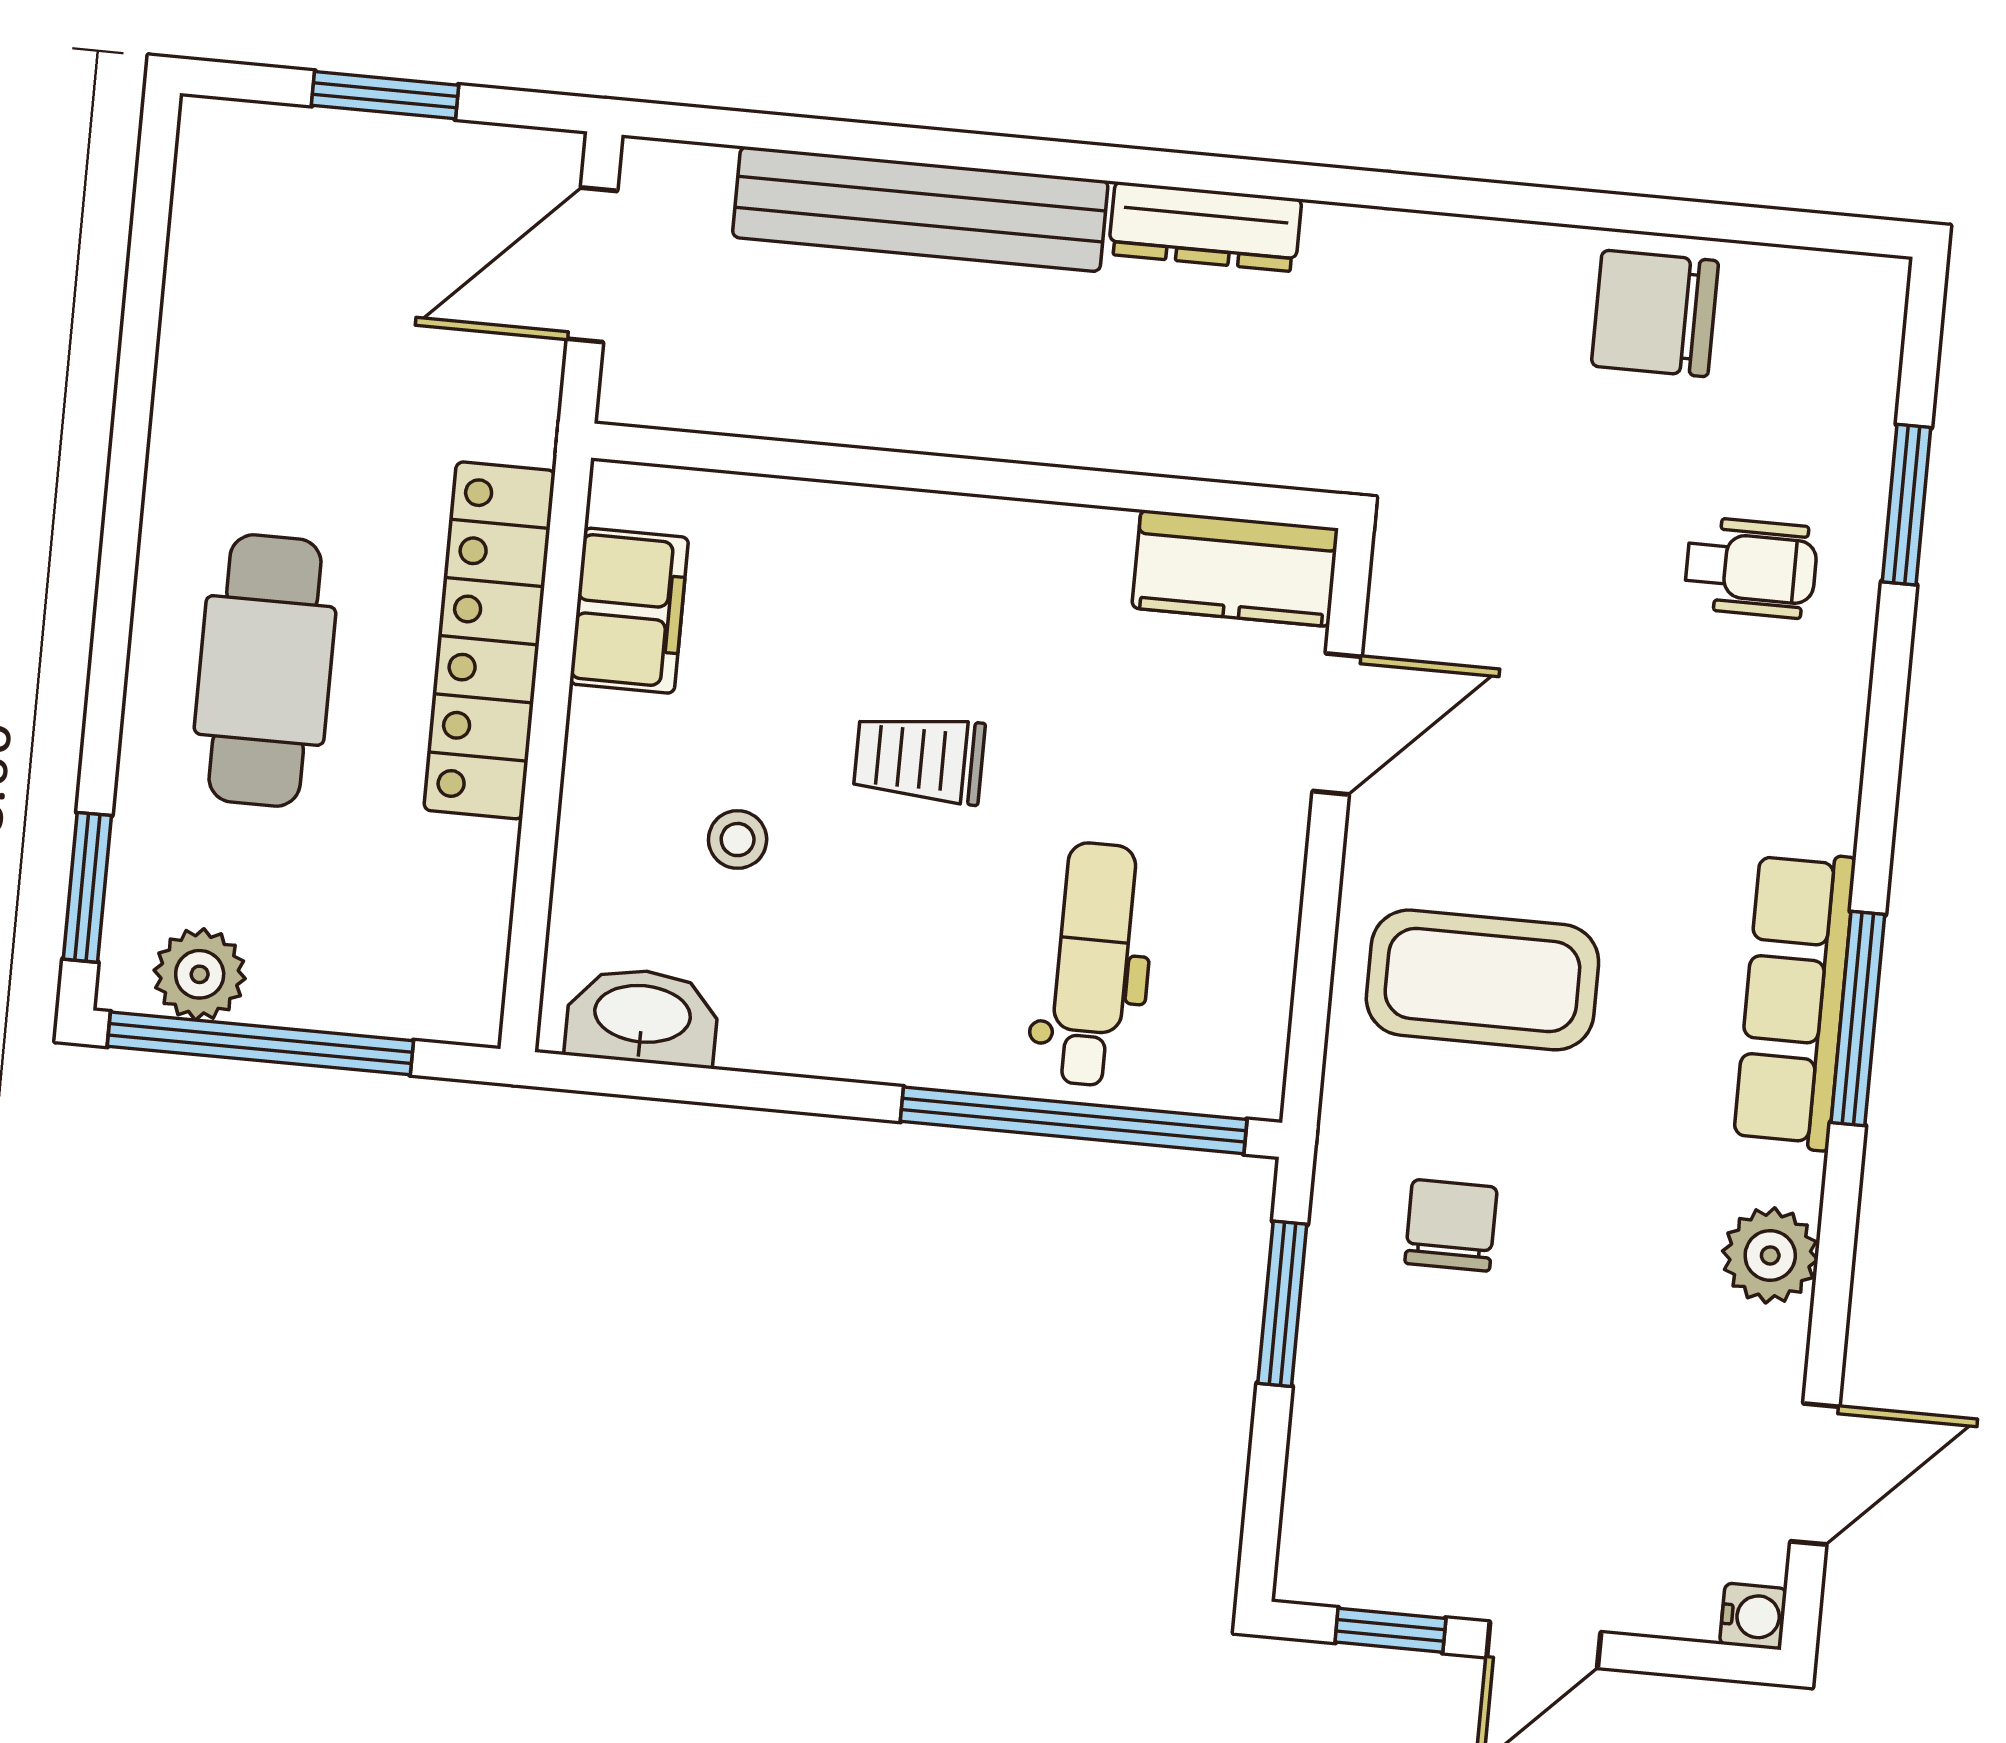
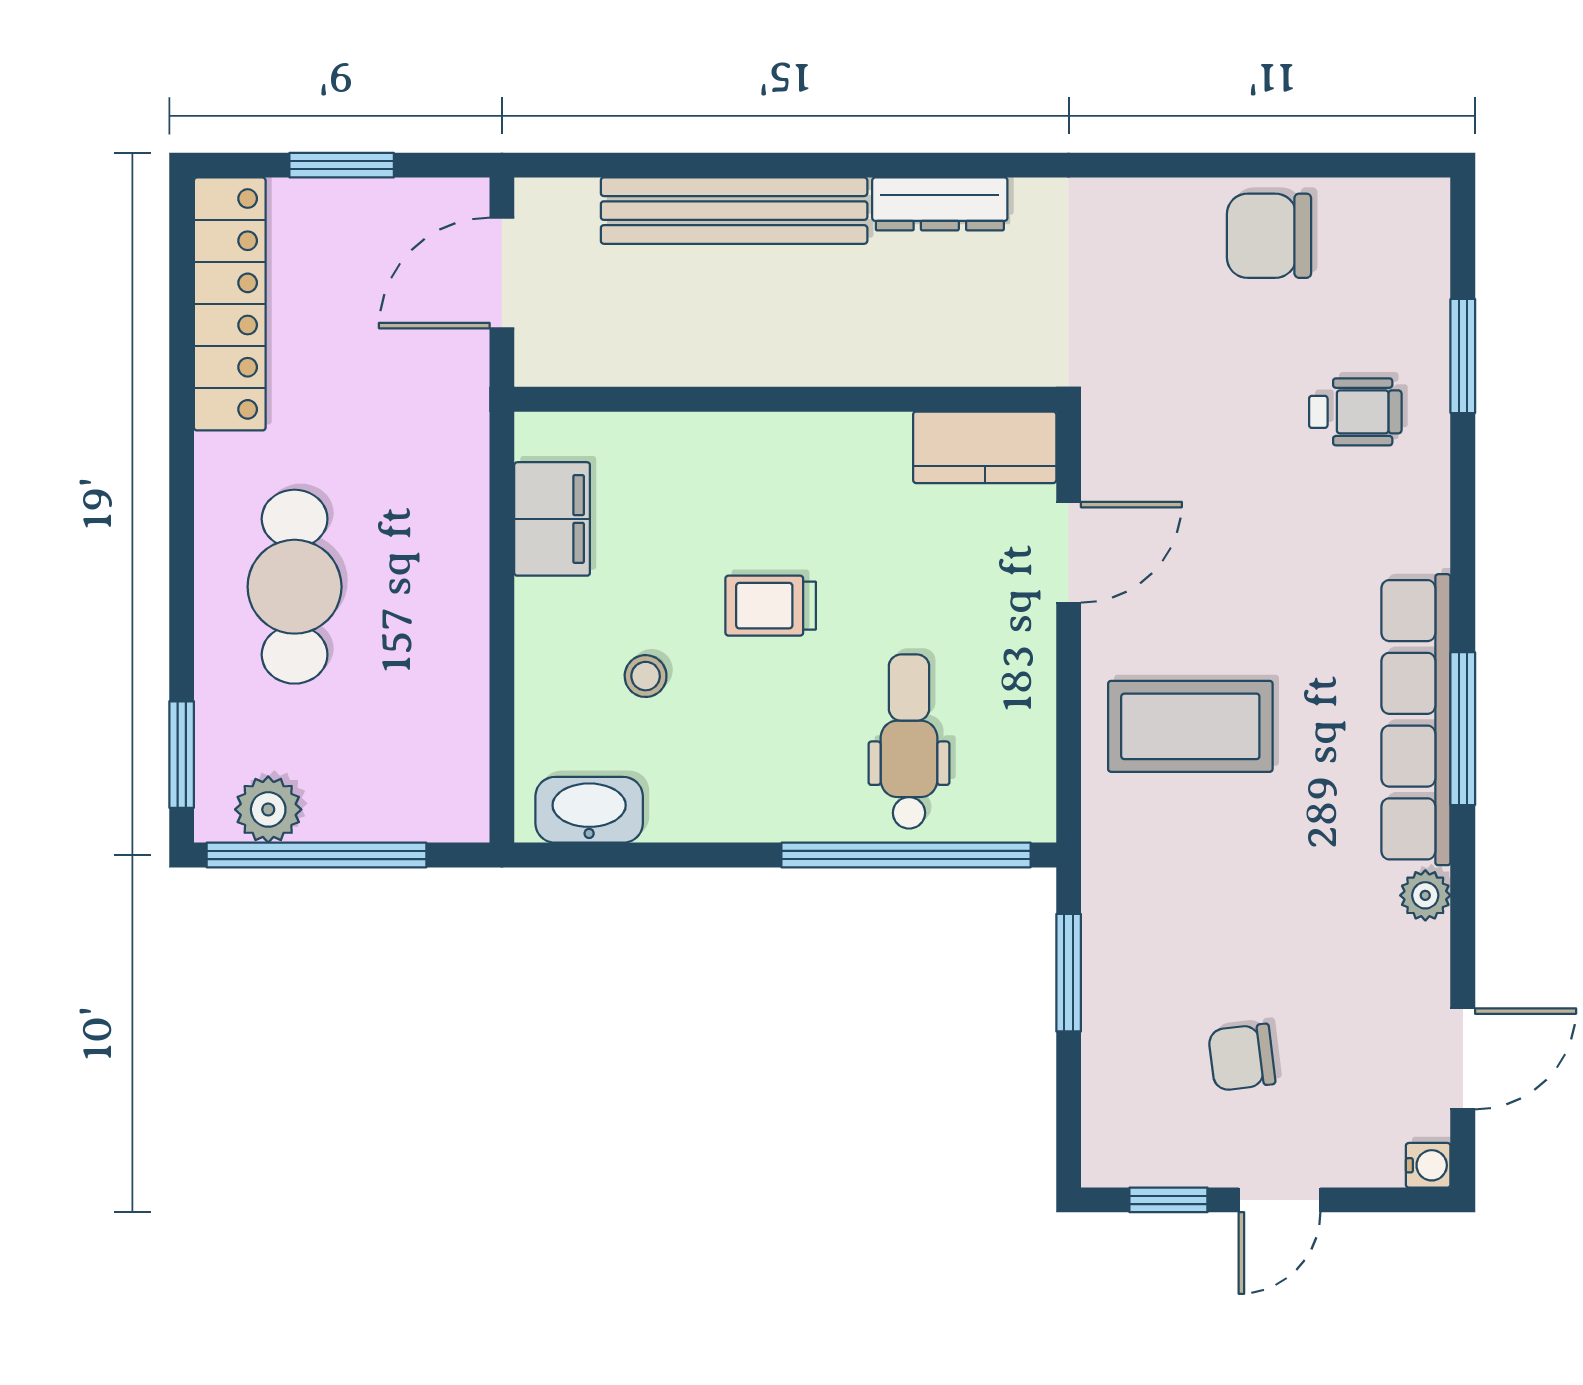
locker: (490, 640) -> (230, 304), moved, turned 180
row of seats: (1794, 1000) -> (1416, 720), width x1.36
chair: (1451, 1225) -> (1242, 1057), moved, turned -97
plant: (1770, 1255) -> (1425, 895), width x0.73, depth x0.73

